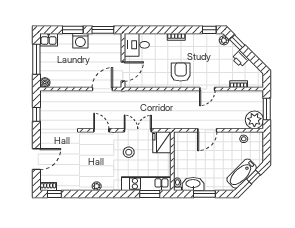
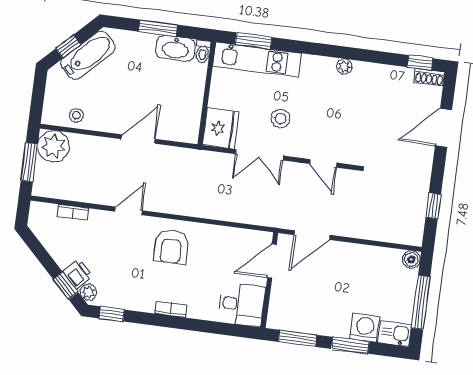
washing machine: (80, 41) -> (365, 328), moved
printer: (240, 59) -> (77, 274), moved

